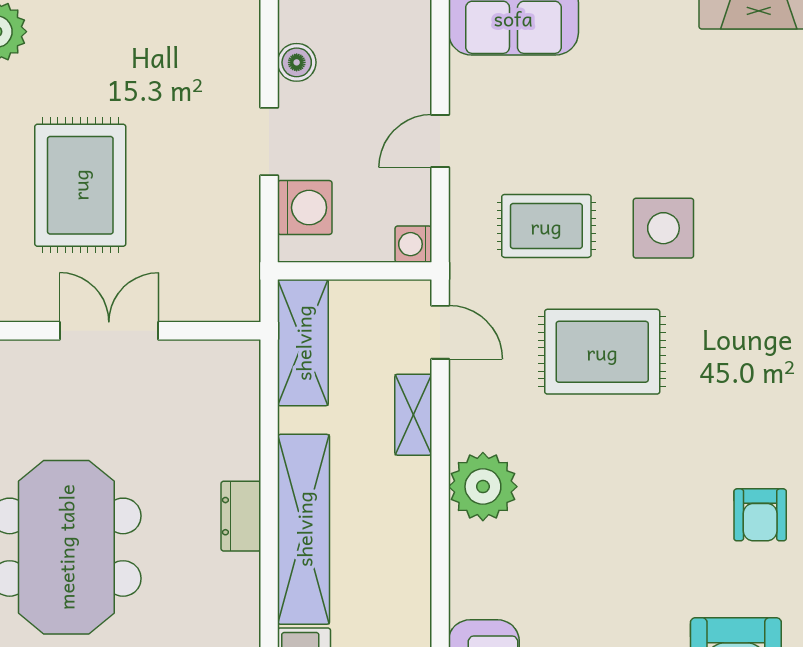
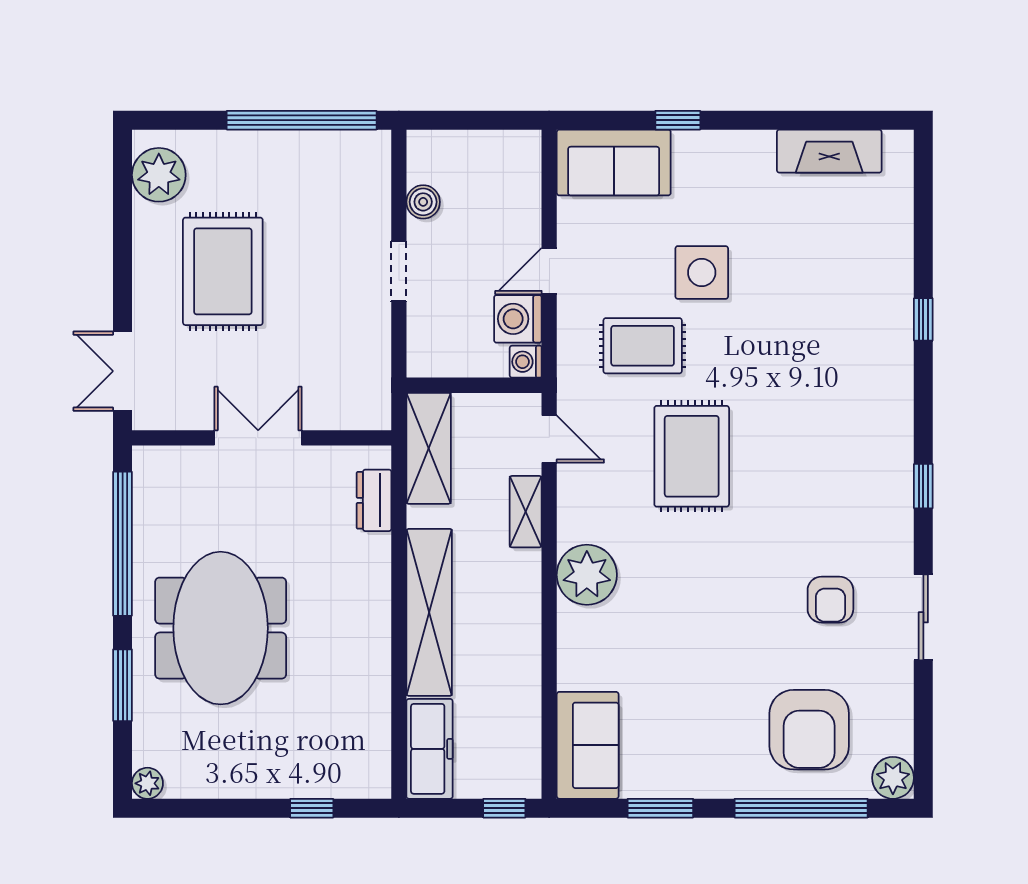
rug: (80, 185) -> (223, 271), moved
washing machine: (305, 208) -> (518, 319), moved, turned 180
side table: (663, 228) -> (702, 272), moved
rug: (602, 352) -> (692, 456), turned 90
dresser: (241, 516) -> (374, 500), moved

